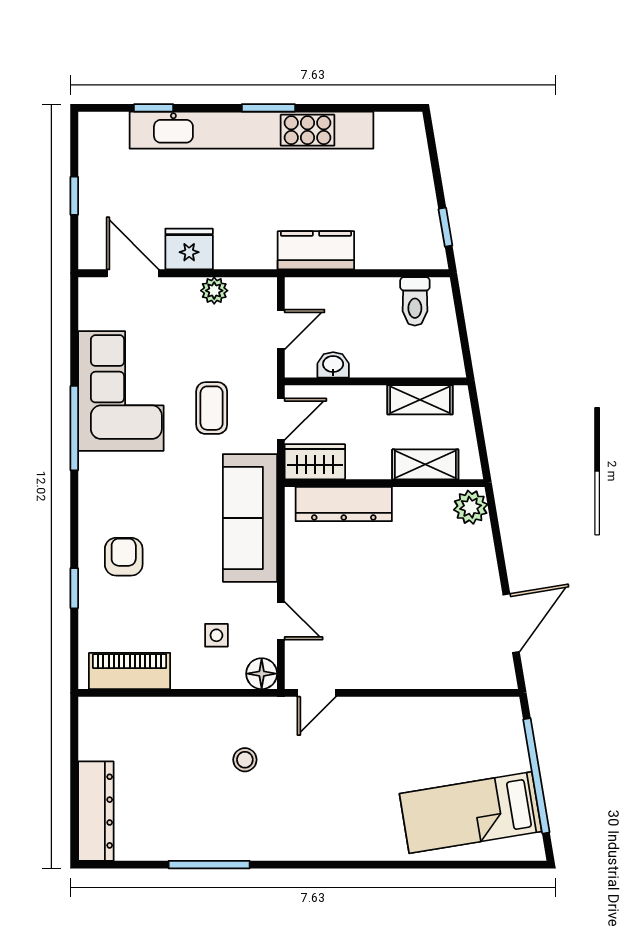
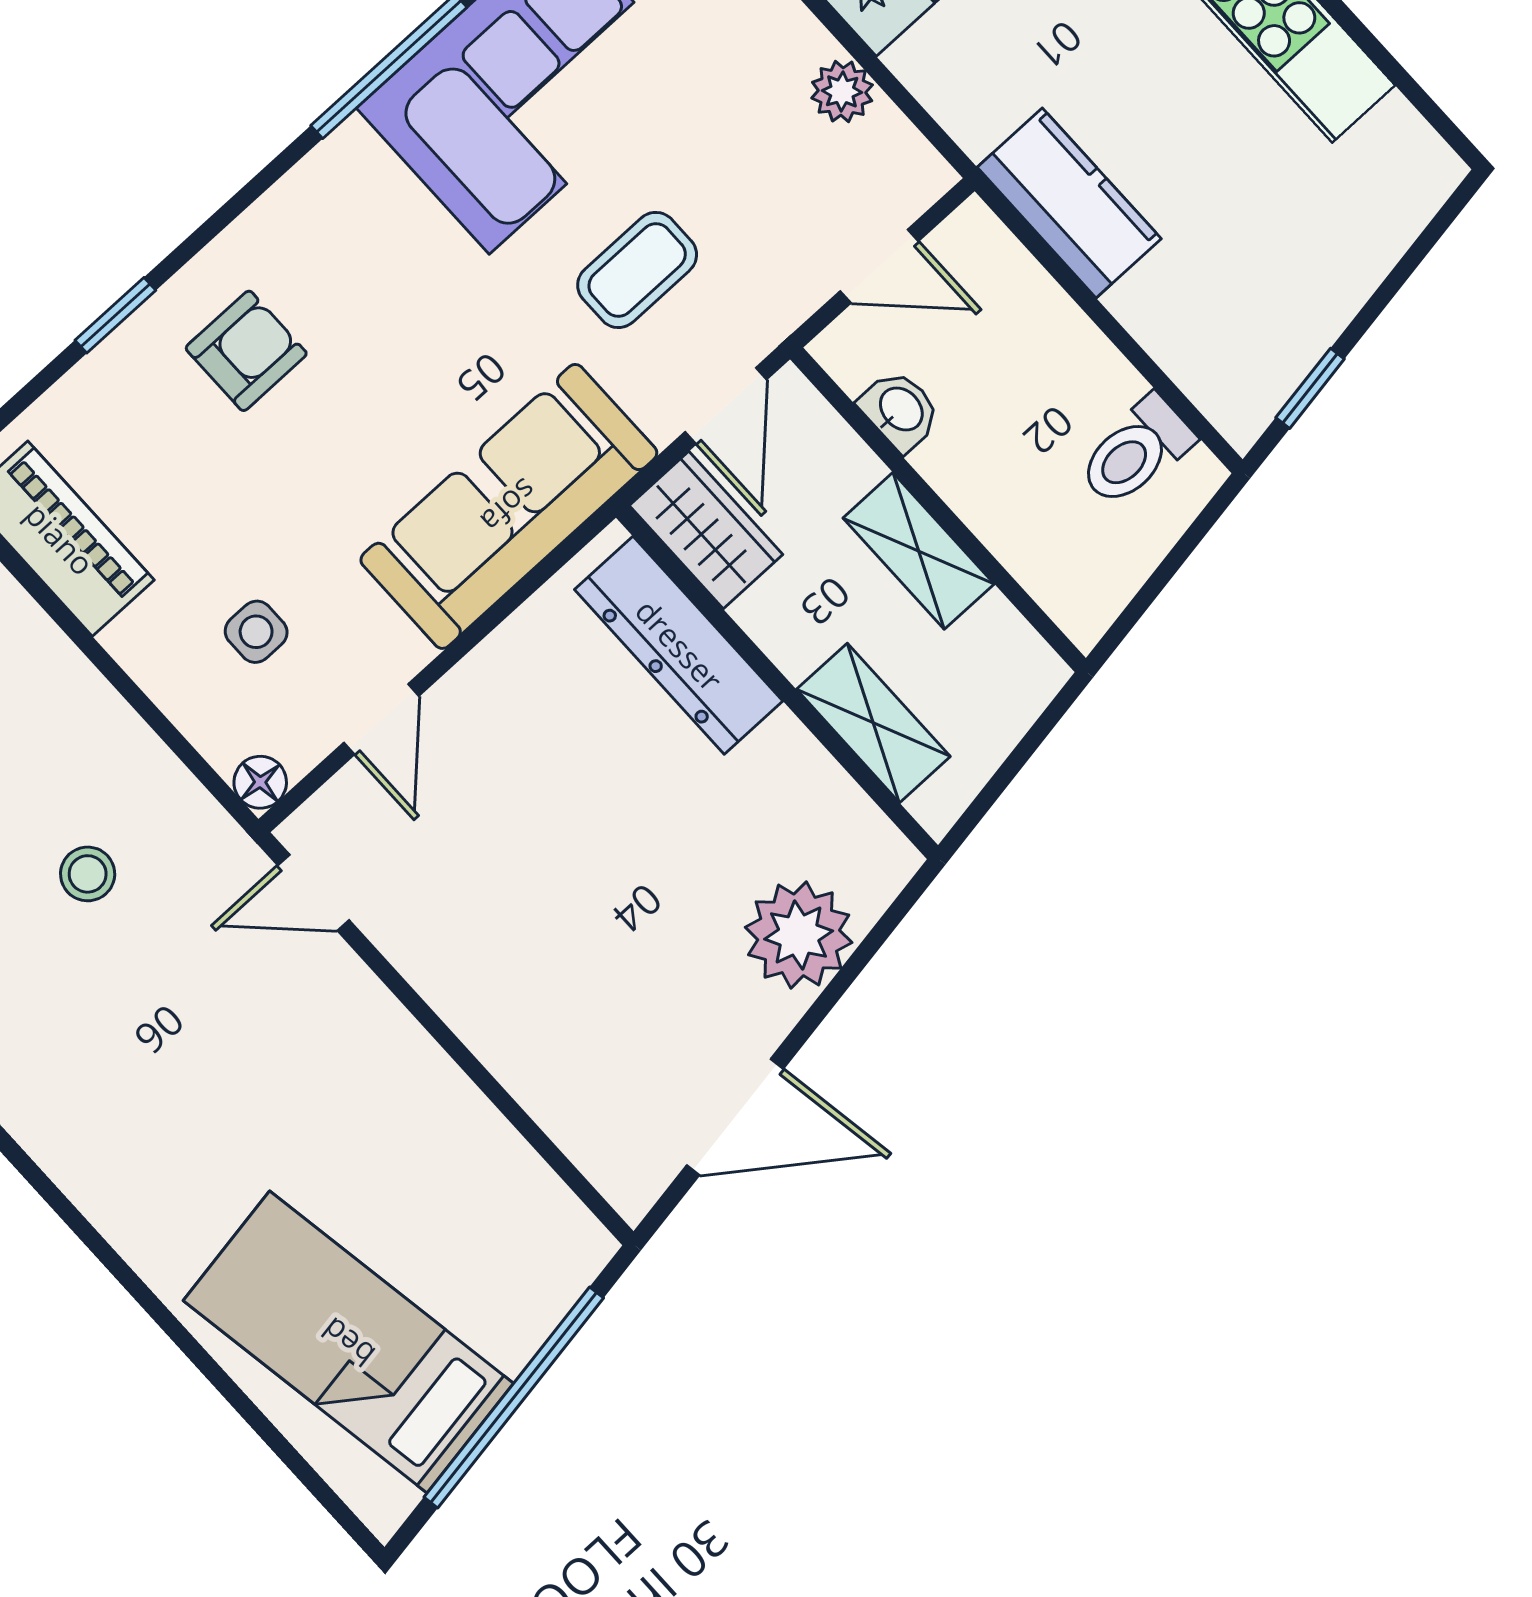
shelving: (420, 400) -> (919, 551), moved
door: (281, 419) -> (726, 406), hinge flipped
plant: (471, 507) -> (799, 935), moved, width x1.36, depth x1.36
floor lamp: (262, 674) -> (260, 782), width x0.73, depth x0.73

